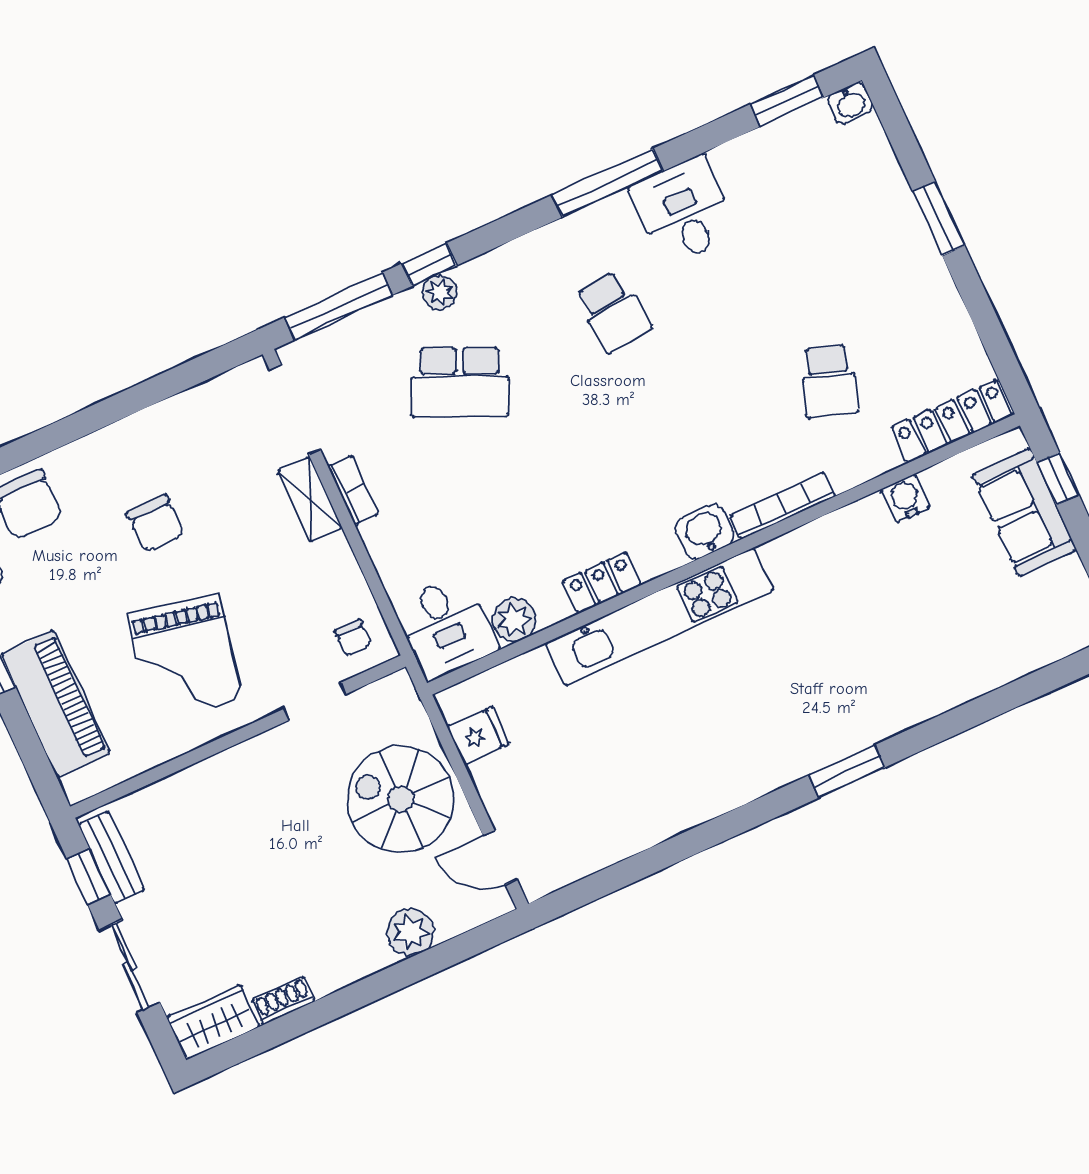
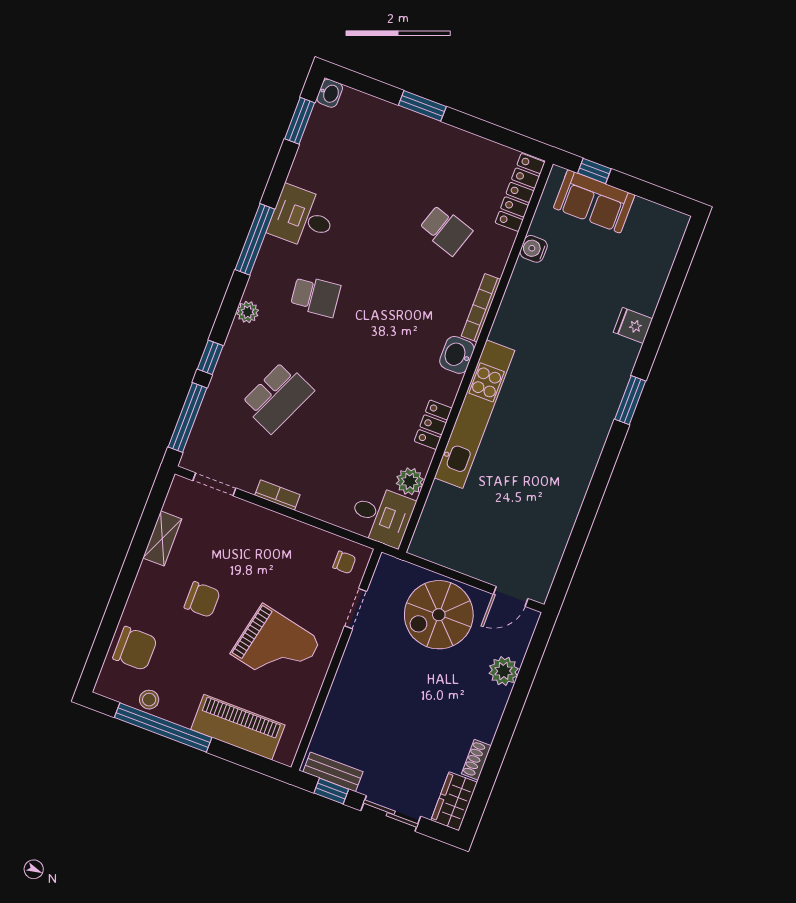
plant: (439, 292) -> (248, 312), moved
doorway: (295, 410) -> (214, 484), width x0.73
shelving: (310, 499) -> (162, 538), moved, turned 90
fridge: (478, 736) -> (633, 325), moved, turned -90

